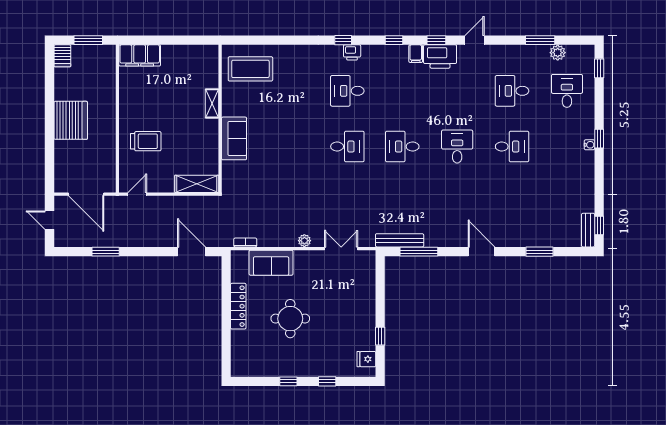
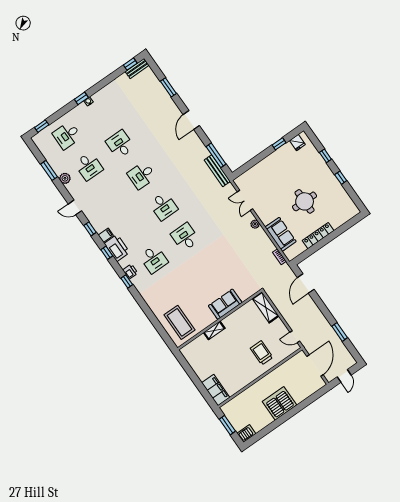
plant: (558, 53) -> (65, 178), moved
printer: (440, 57) -> (117, 248), moved

